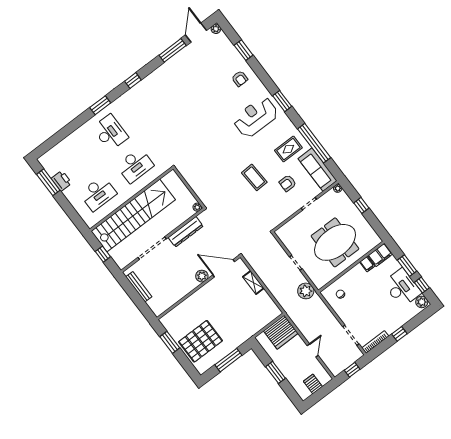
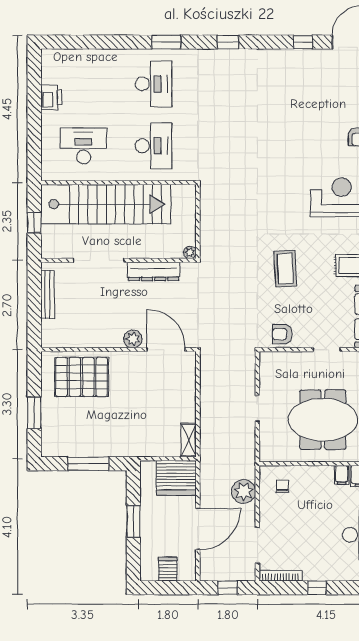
window: (173, 50) -> (303, 42), width x0.46
desk: (135, 165) -> (154, 146), turned -90
window: (48, 182) -> (34, 87), removed
armchair: (288, 183) -> (282, 334), moved
desk: (98, 194) -> (83, 146), turned 180
shelving: (253, 282) -> (189, 440), moved
plant: (306, 291) -> (244, 491), moved
pallet: (201, 341) -> (82, 377), moved
window: (170, 342) -> (34, 413), moved
door: (313, 350) -> (198, 529), width x1.87

